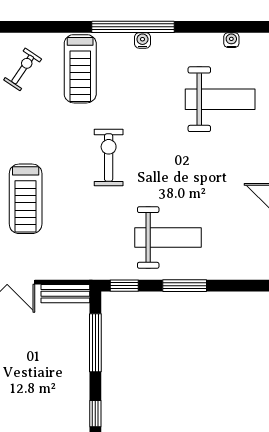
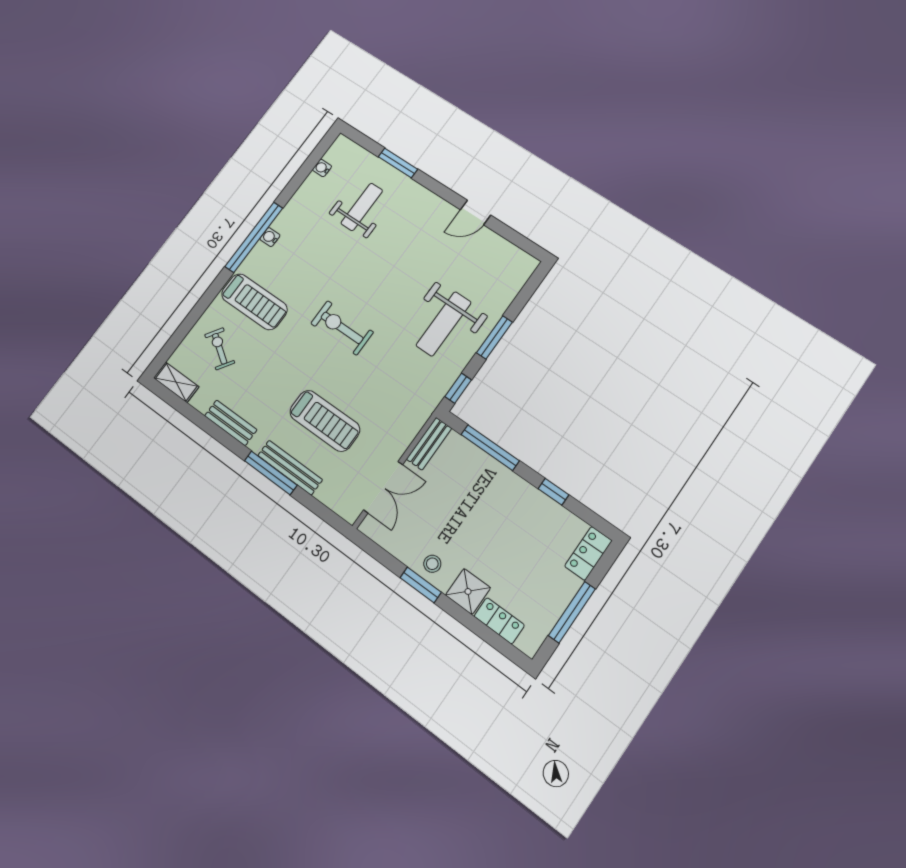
weight bench: (220, 99) -> (362, 207), width x0.73, depth x0.75
weight bench: (168, 237) -> (444, 324), turned 180

